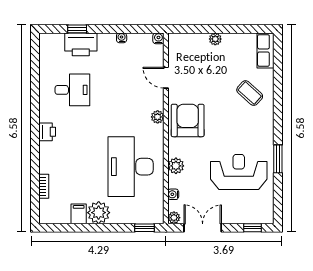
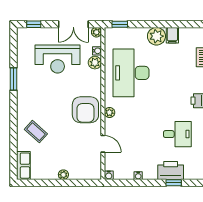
desk: (72, 90) -> (177, 134), turned 180
plant: (176, 166) -> (95, 63), moved
desk: (131, 167) -> (131, 73), turned 180
reception desk: (239, 172) -> (58, 59), moved

